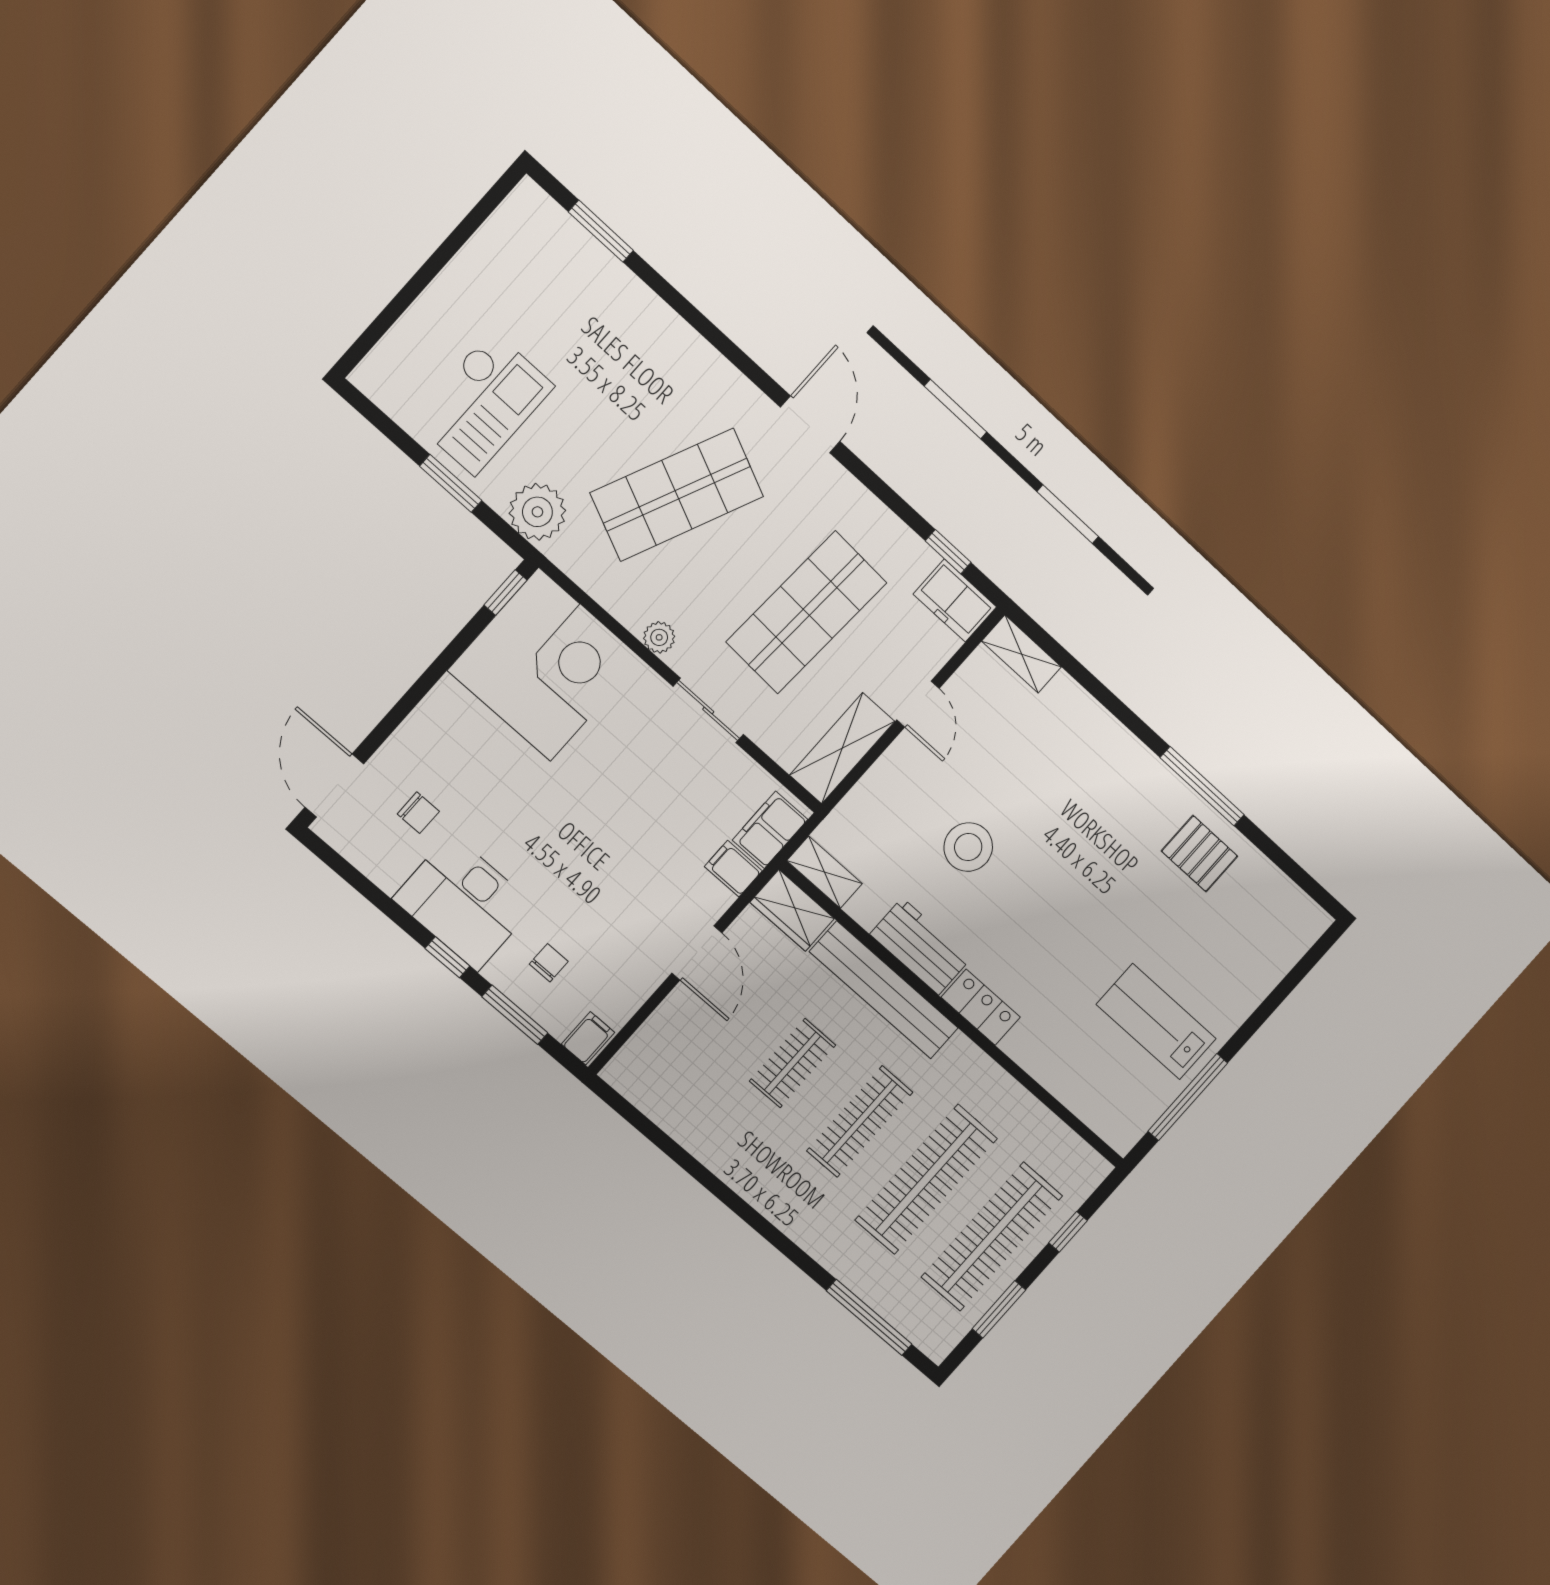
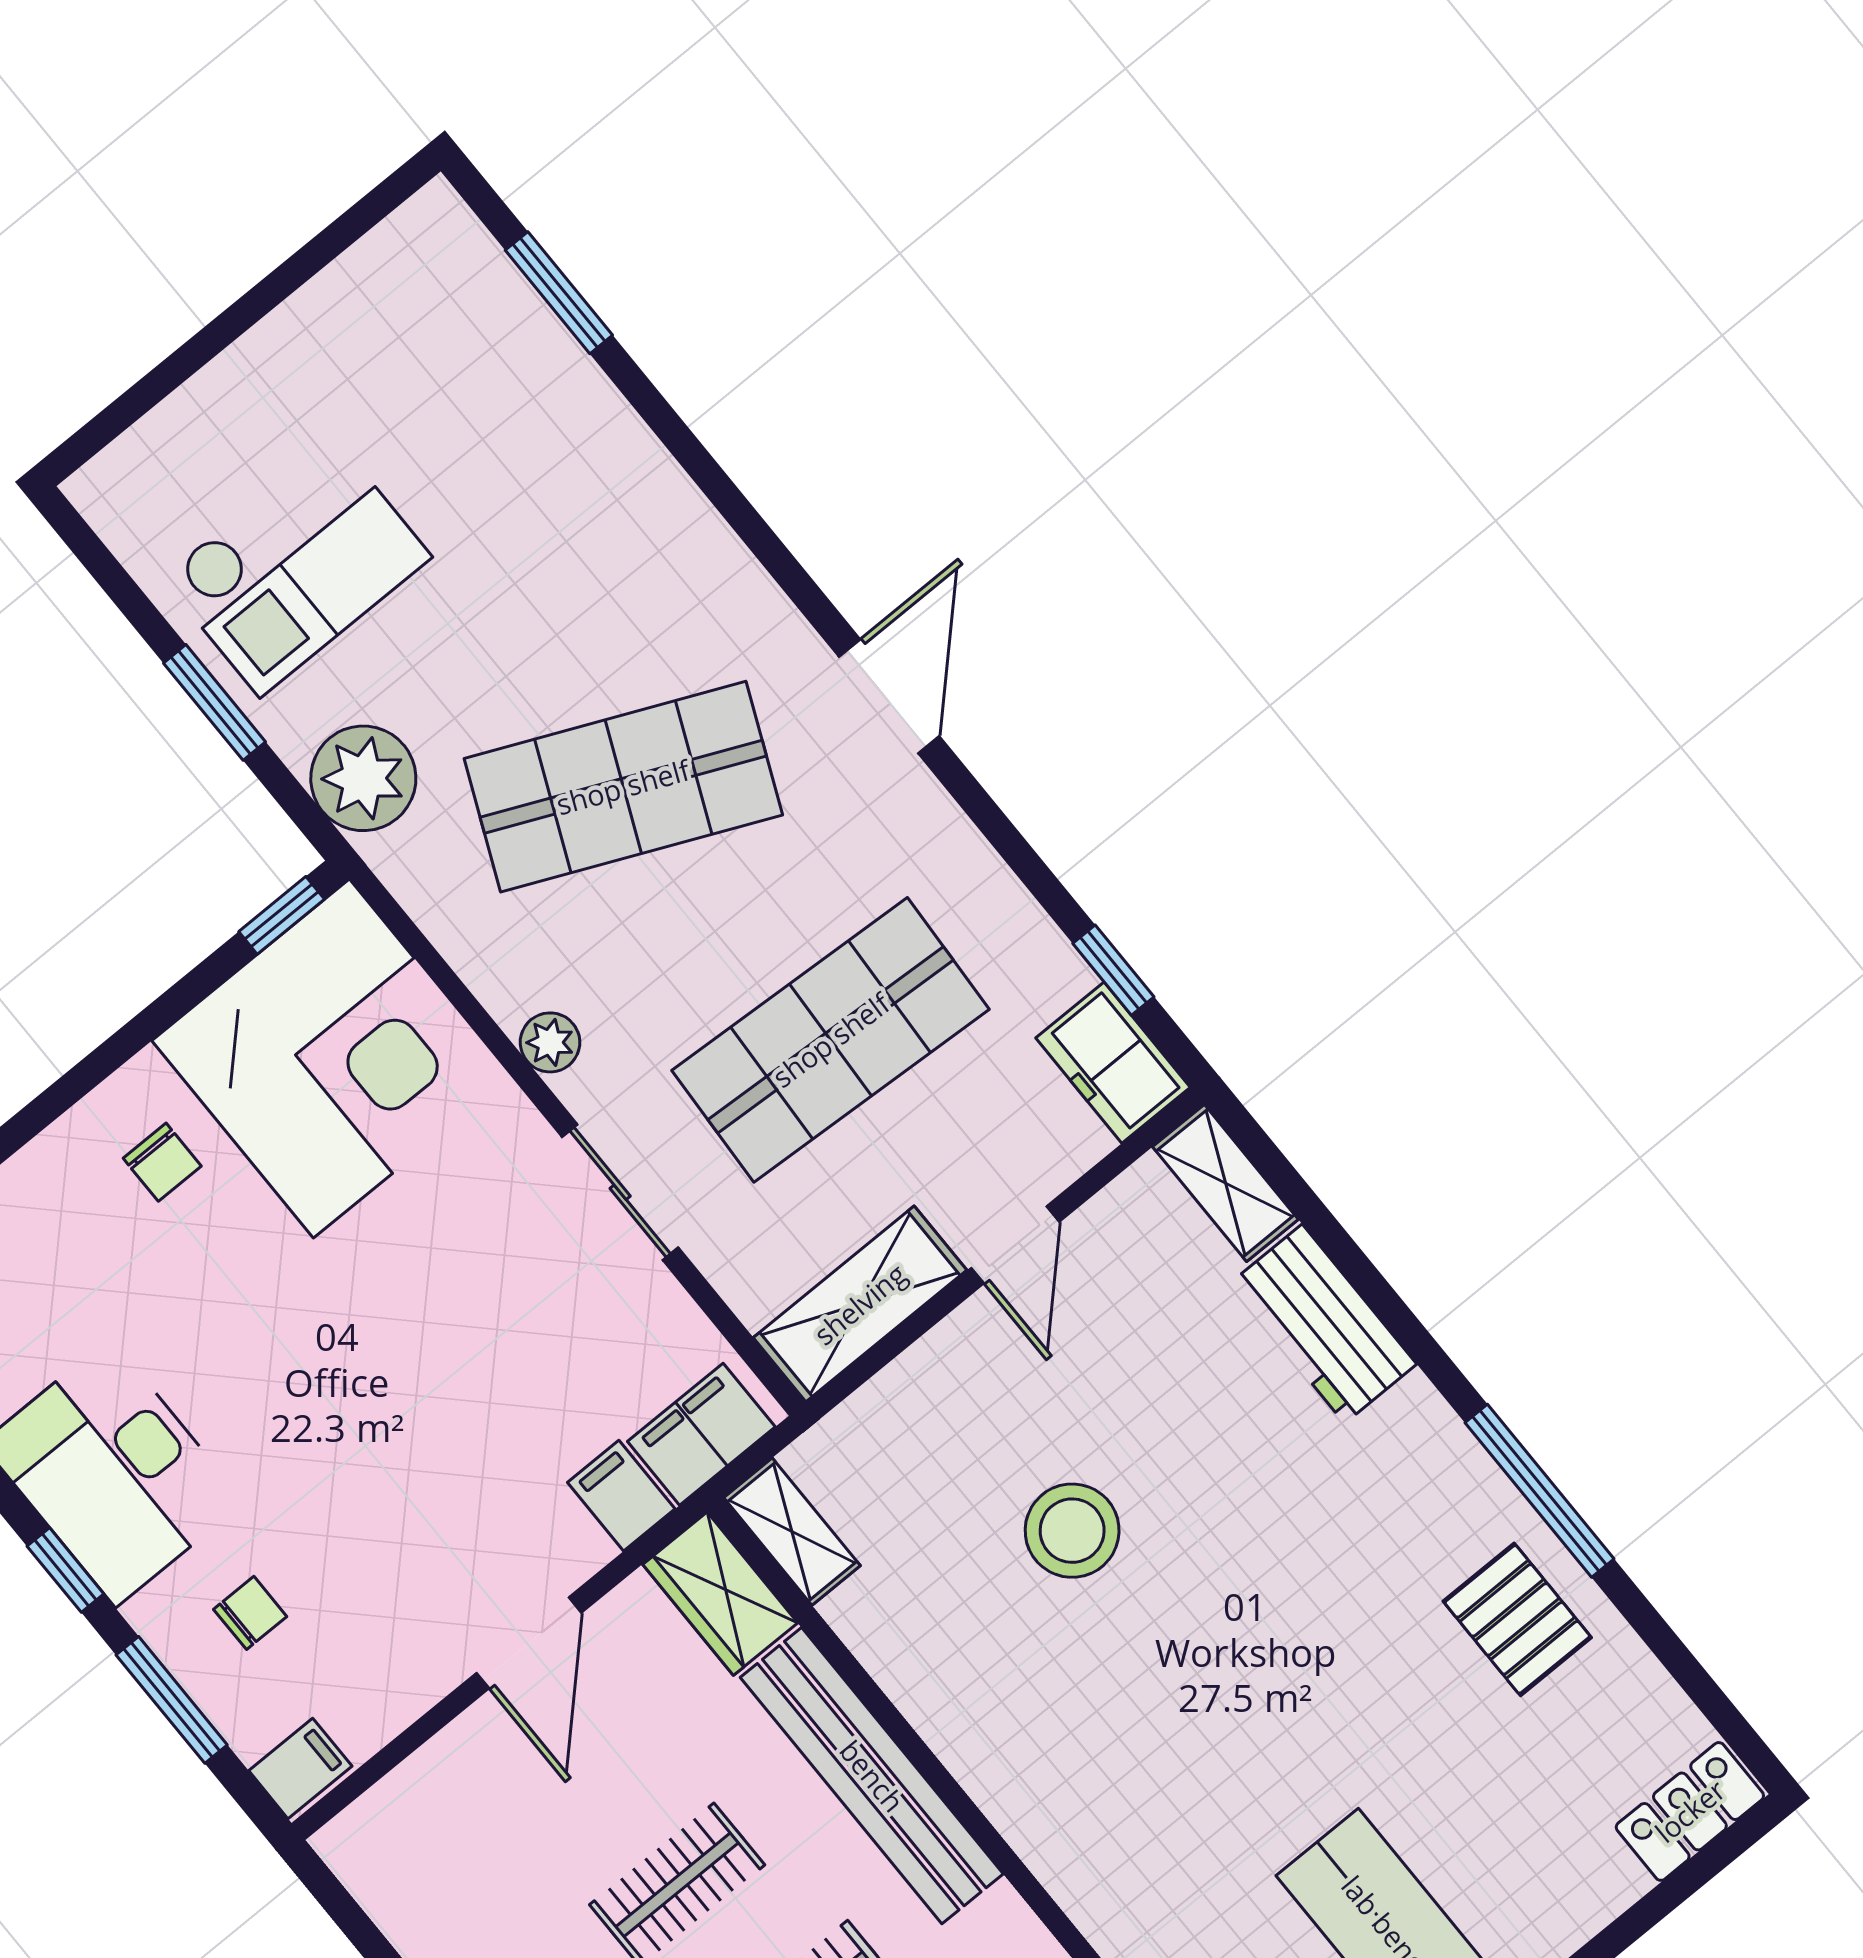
chair: (418, 813) -> (162, 1162), moved
workbench: (920, 946) -> (1323, 1324), moved, turned 180
locker: (981, 1007) -> (1690, 1811), moved, turned -90

